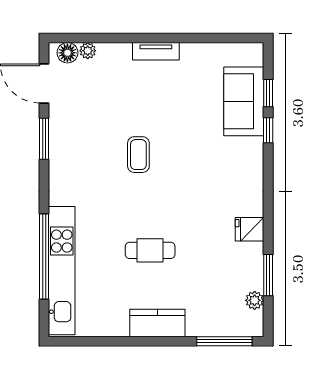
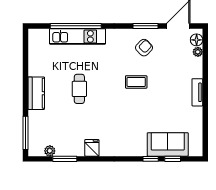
armchair: (81, 141) -> (144, 48), added
kitchen unit: (62, 271) -> (77, 36), width x0.73

